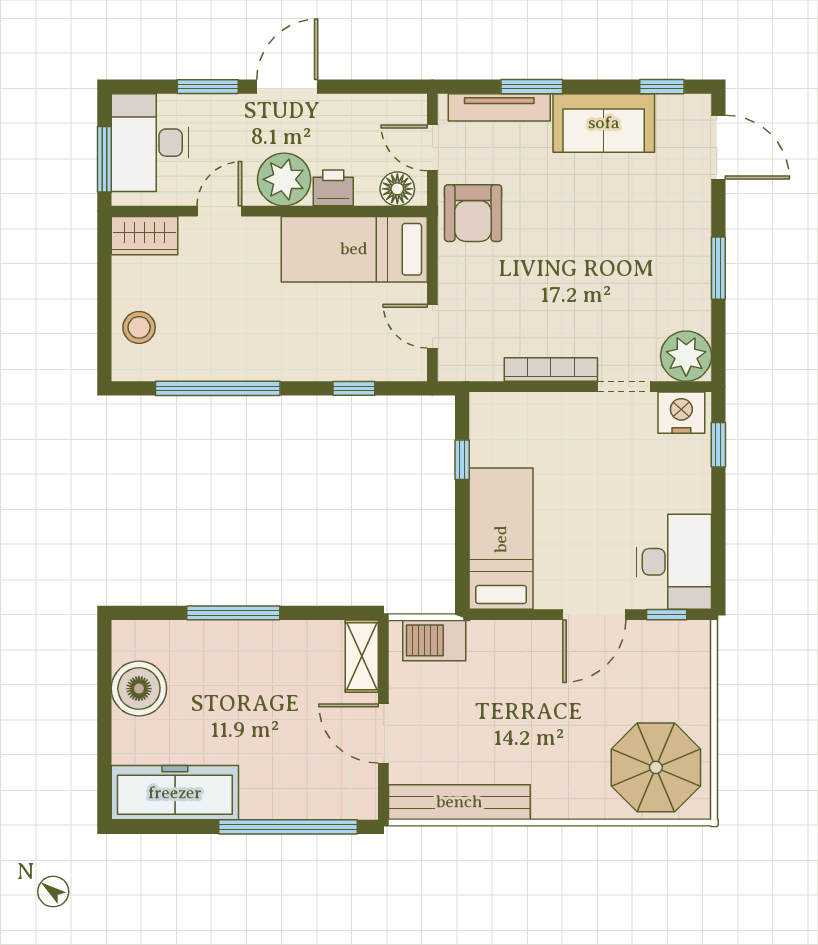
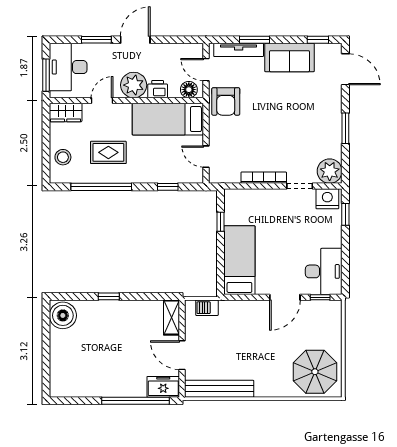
rug: (232, 318) -> (108, 152), added
window: (233, 613) -> (109, 296), width x0.46
barbecue: (434, 640) -> (207, 308), width x0.73, depth x0.79
boiler: (139, 689) -> (63, 315), moved
freezer: (175, 793) -> (163, 387), moved, width x0.52, depth x0.79

